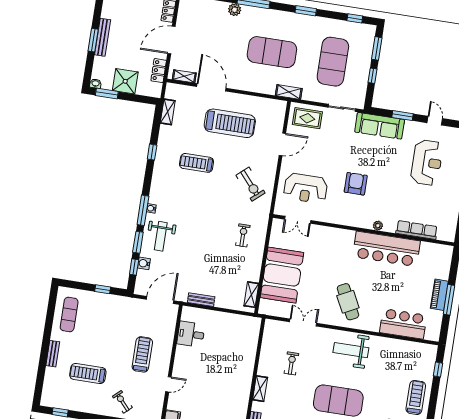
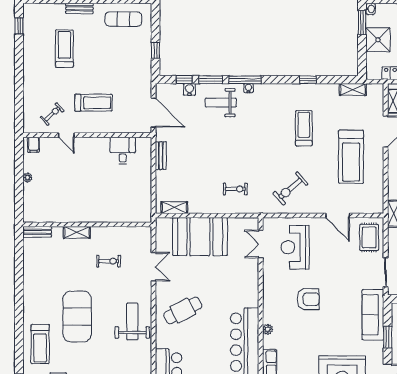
exercise bike: (122, 402) -> (52, 114), moved

